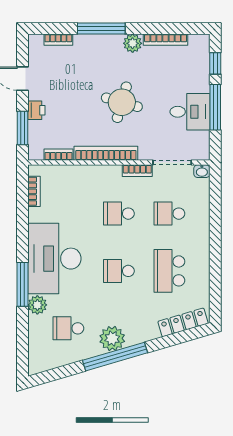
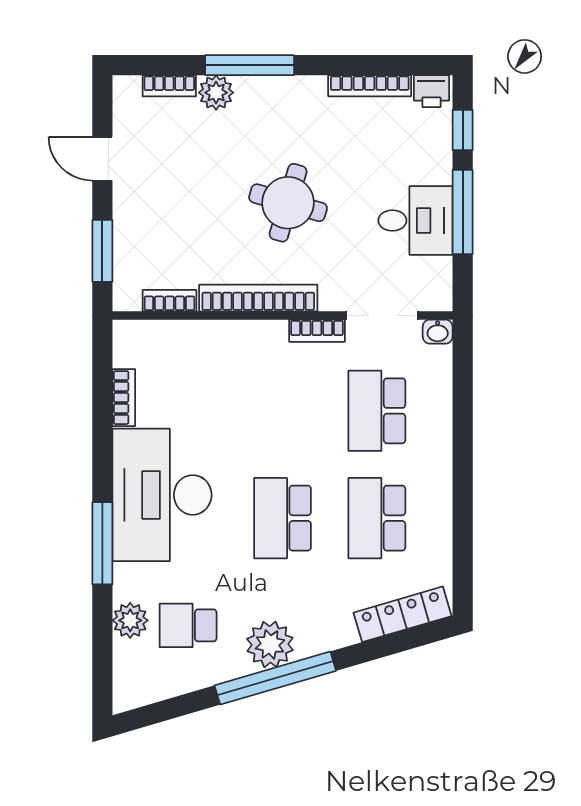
plant: (133, 43) -> (216, 93), moved
printer: (36, 110) -> (431, 91), moved, turned 90
bookcase: (34, 191) -> (124, 398), moved
school desk: (119, 214) -> (282, 411), removed
school desk: (169, 214) -> (377, 411), width x1.85
school desk: (119, 271) -> (282, 518), width x1.85
plant: (37, 305) -> (130, 620), moved

